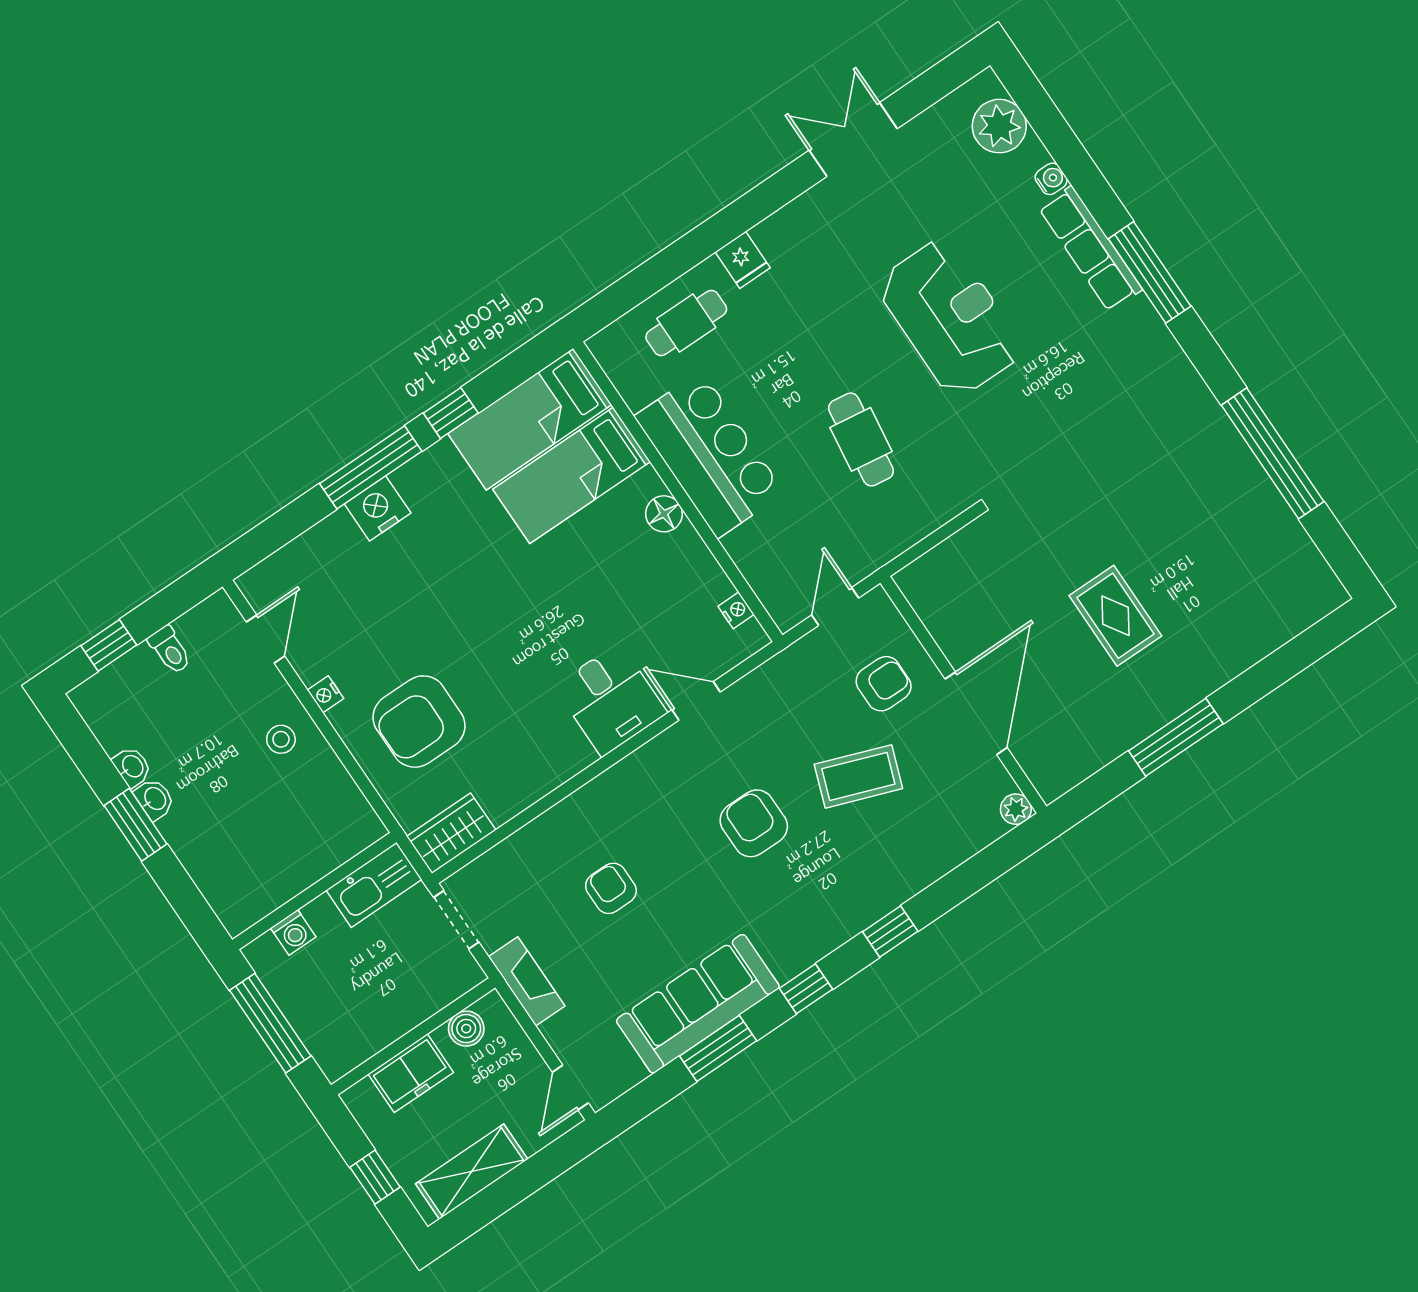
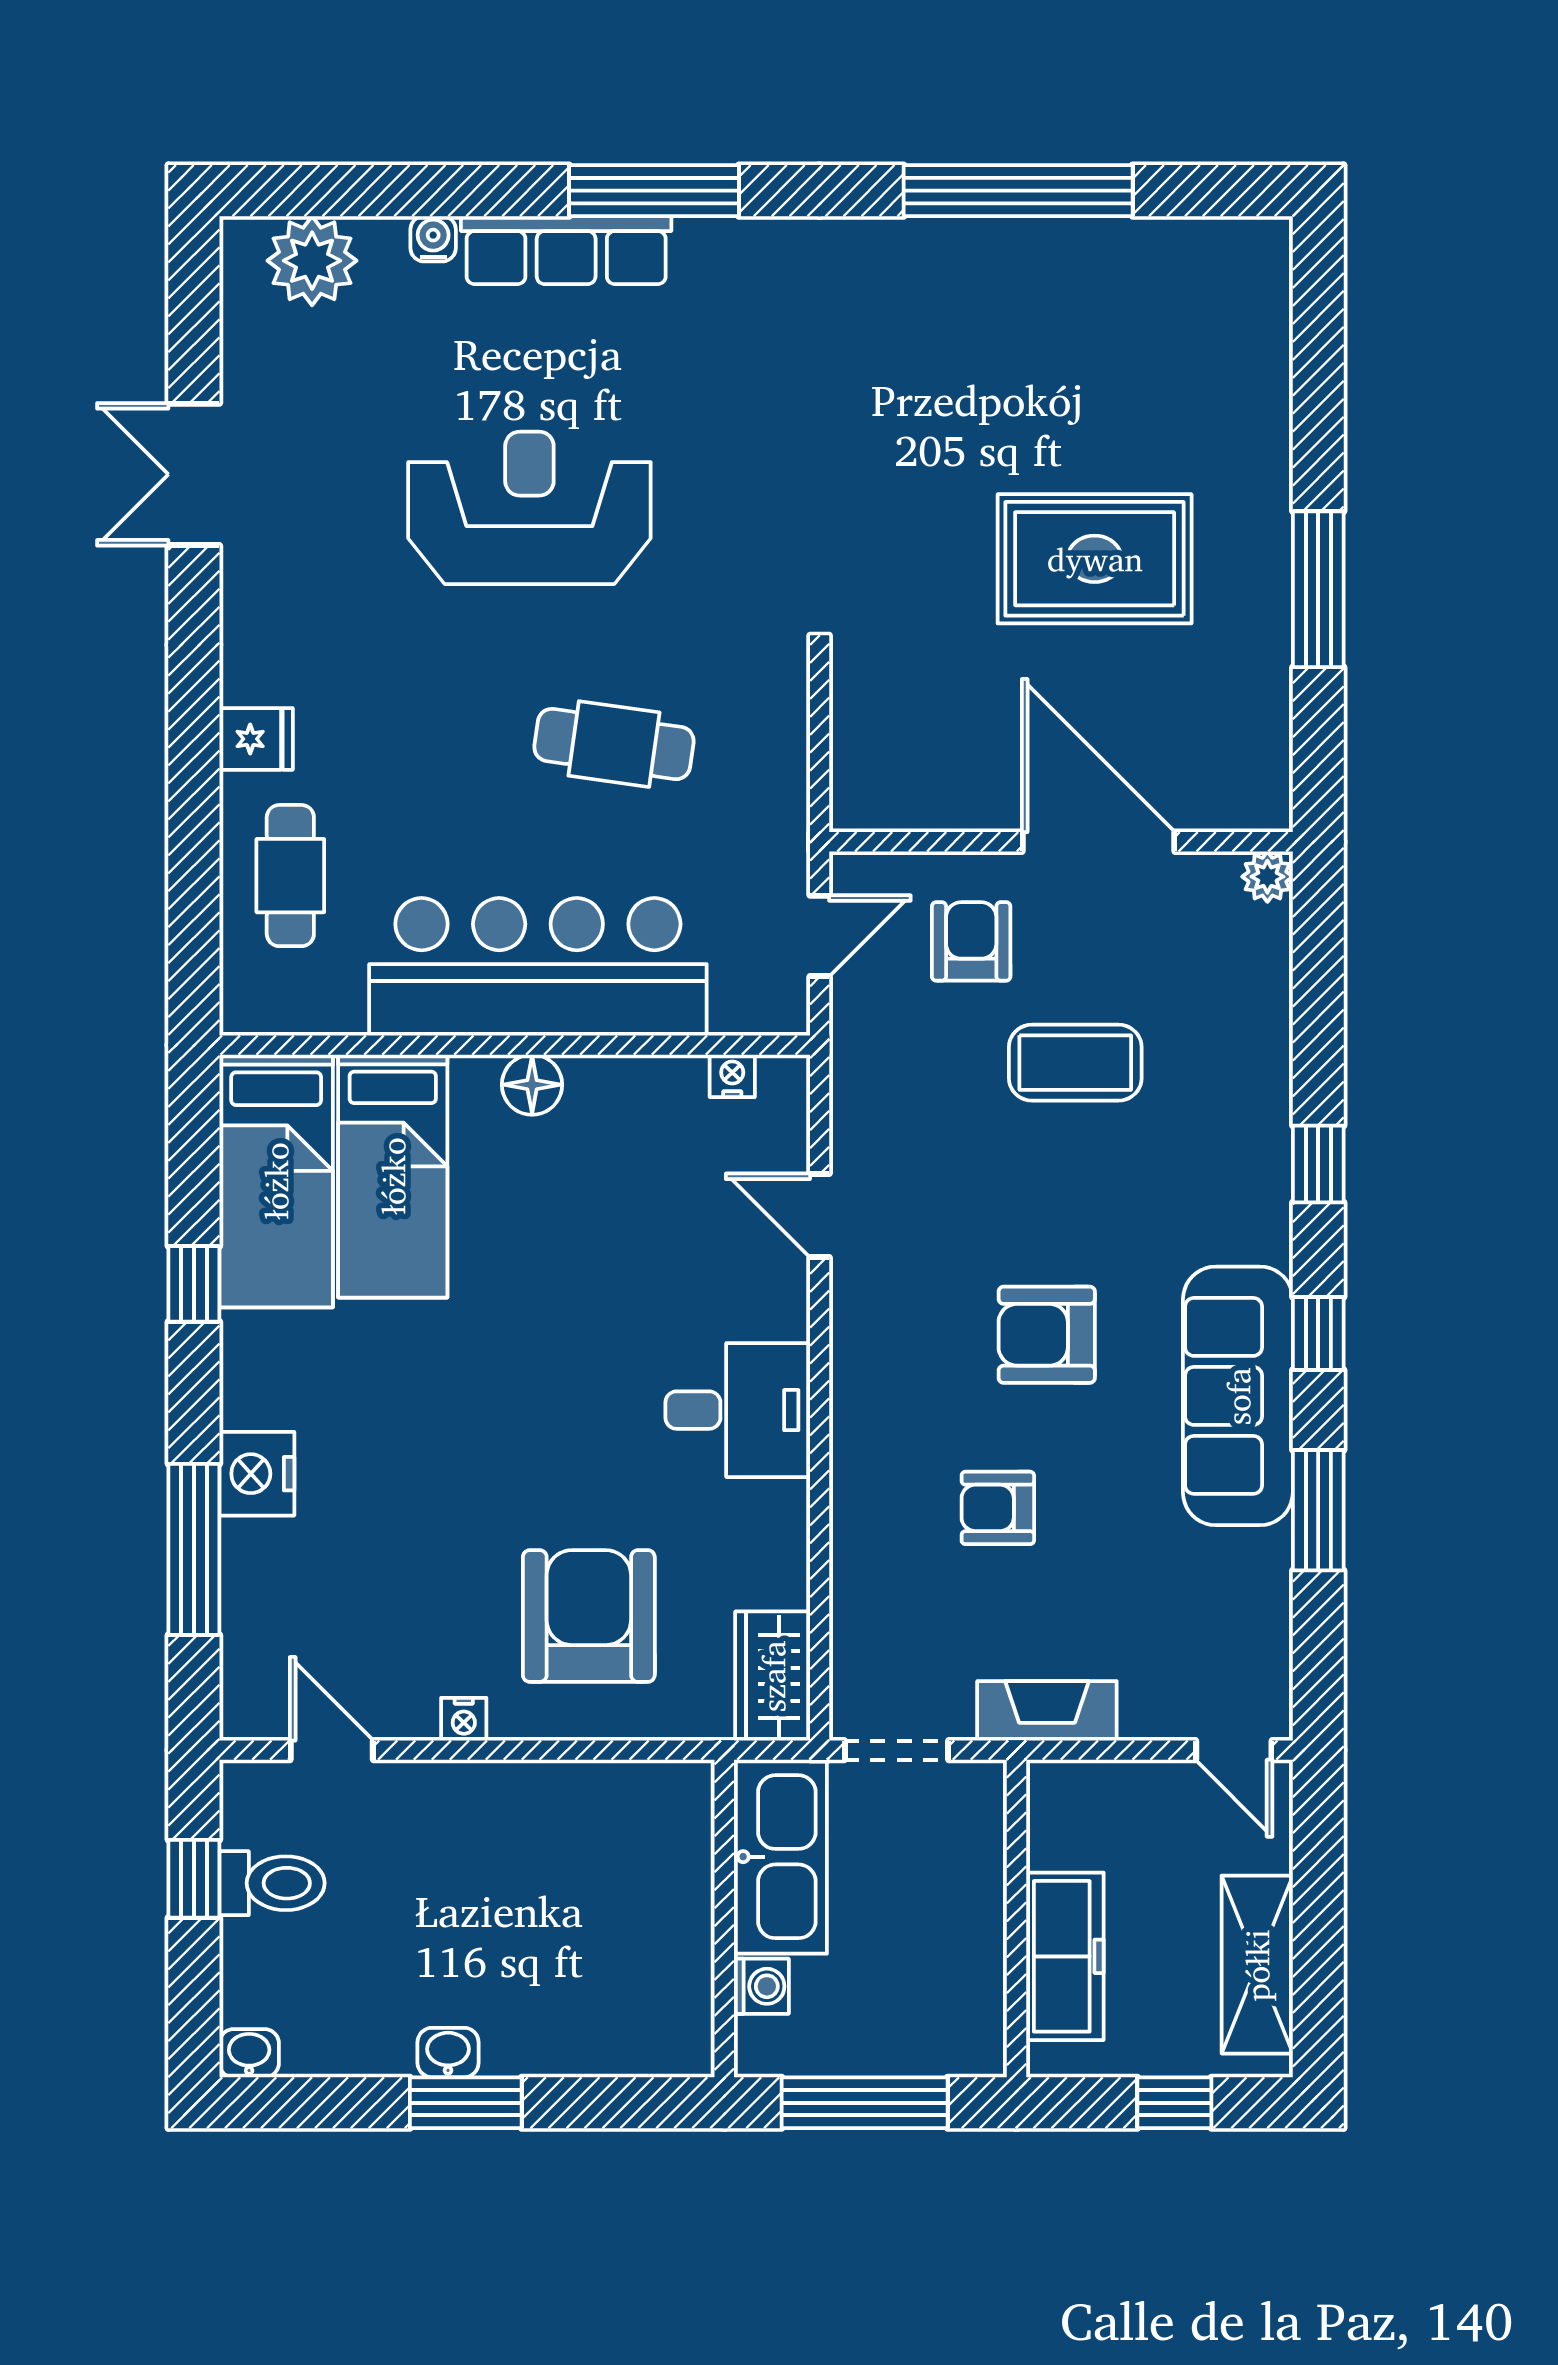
bar counter: (709, 455) -> (538, 967), width x1.36
window: (371, 467) -> (194, 1549), moved
door: (835, 606) -> (820, 936), swing flipped
rug: (1115, 616) -> (1095, 559), width x1.36, depth x1.43
window: (109, 645) -> (194, 1879), moved
toilet: (170, 650) -> (272, 1883), width x1.37, depth x1.39
desk: (611, 700) -> (738, 1410), moved
door: (696, 701) -> (820, 1216), hinge flipped
armchair: (419, 722) -> (589, 1616), turned 180
stool: (281, 739) -> (484, 1823), removed
washbasin: (132, 767) -> (249, 2053), moved
coffee table: (858, 776) -> (1075, 1063), turned 70
armchair: (754, 823) -> (1047, 1335), moved
kitchen sink: (374, 885) -> (780, 1857), width x1.36, depth x1.24
sofa: (698, 1004) -> (1238, 1396), moved
boiler: (466, 1029) -> (1055, 1838), removed
freezer: (411, 1073) -> (1065, 1956), width x1.40

